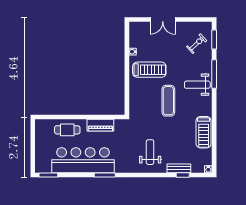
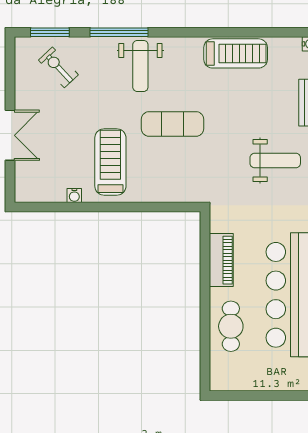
weight bench: (150, 152) -> (275, 161), turned 180

